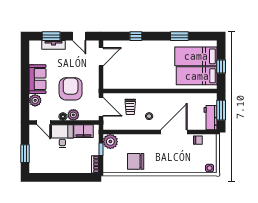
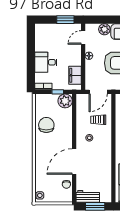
plant: (73, 115) -> (90, 66), removed
door: (174, 132) -> (74, 161), swing flipped
desk: (62, 136) -> (46, 62), moved, turned 180
window: (25, 154) -> (65, 20), moved

